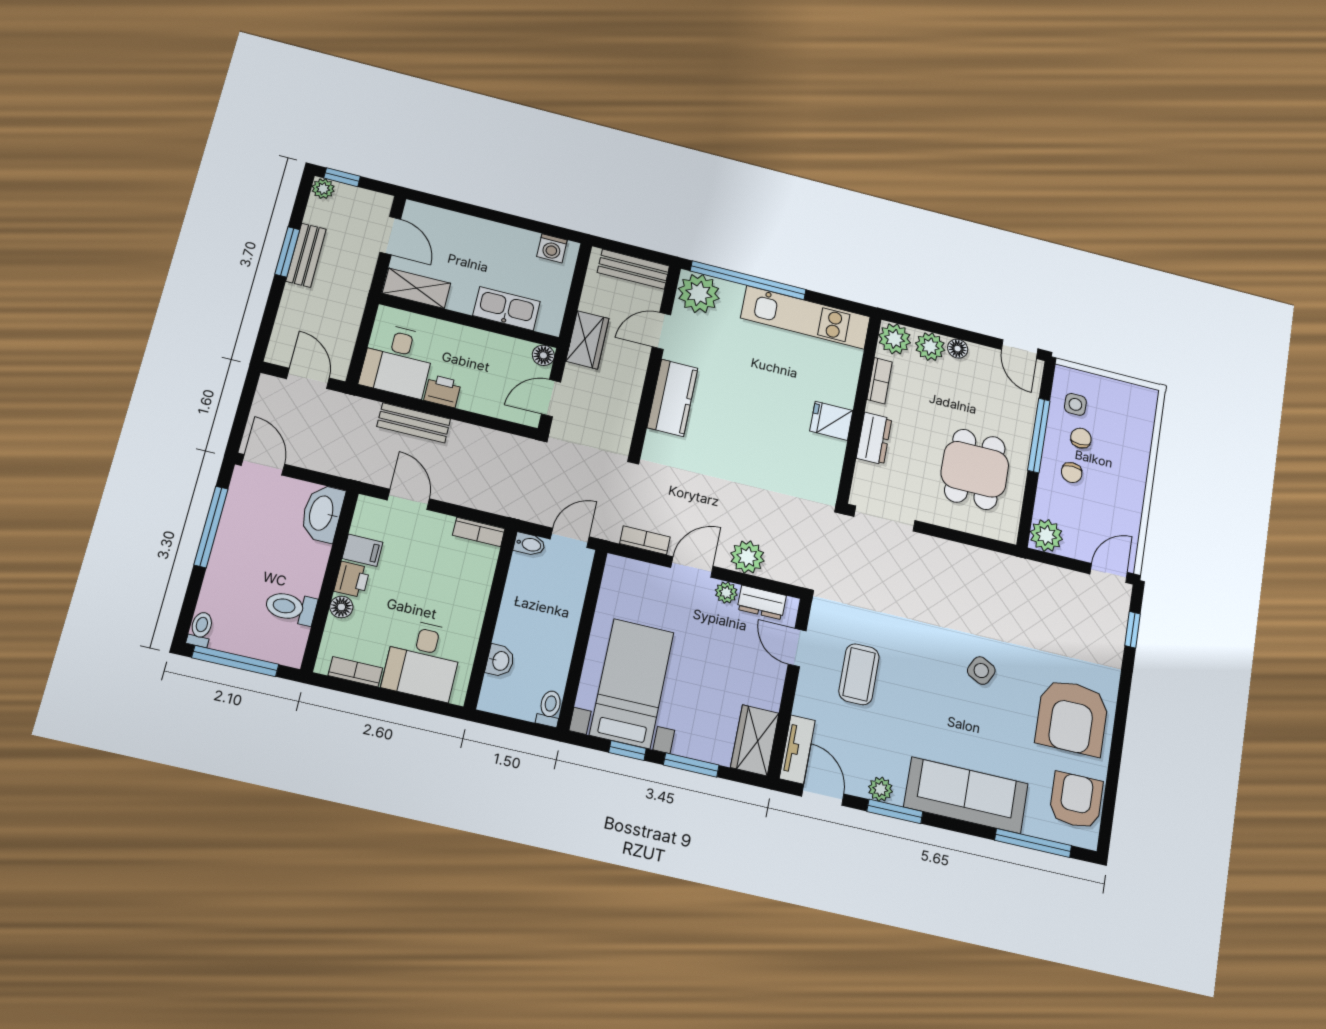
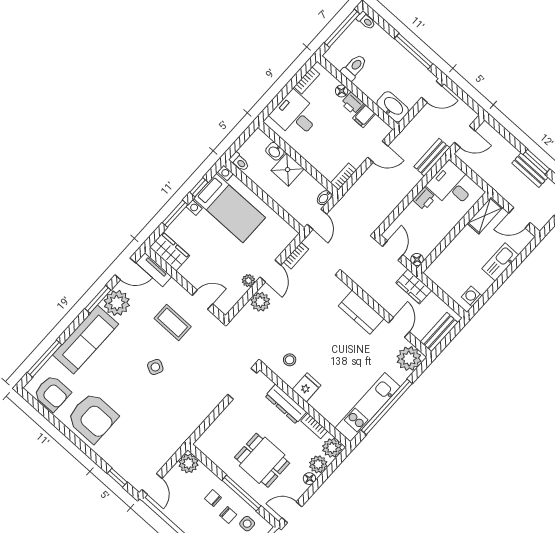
window: (748, 280) -> (387, 407), moved
kitchen sink: (506, 309) -> (500, 262), moved, turned 180
bench: (414, 423) -> (432, 157), moved
dresser: (874, 438) -> (286, 404), width x1.44
stool: (807, 467) -> (290, 360), added
dining table: (975, 469) -> (262, 460), moved
dresser: (762, 602) -> (234, 295), removed
shower: (518, 625) -> (288, 170), added
side table: (981, 671) -> (155, 367), moved
armchair: (1072, 717) -> (92, 418), turned 180
plant: (880, 789) -> (117, 303), width x1.88, depth x1.88

